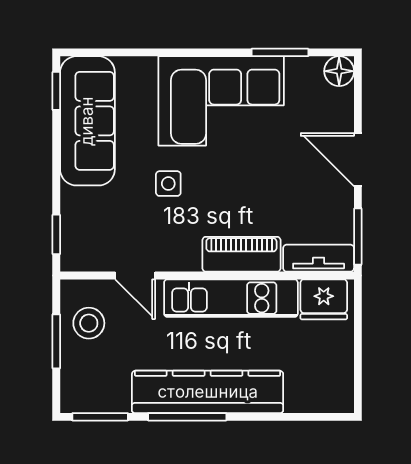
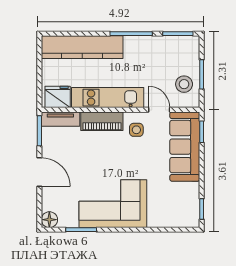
sofa: (87, 121) -> (185, 147), moved
side table: (168, 184) -> (136, 130), moved
kitchen counter: (208, 392) -> (82, 47), moved

